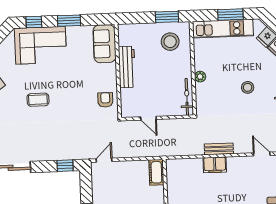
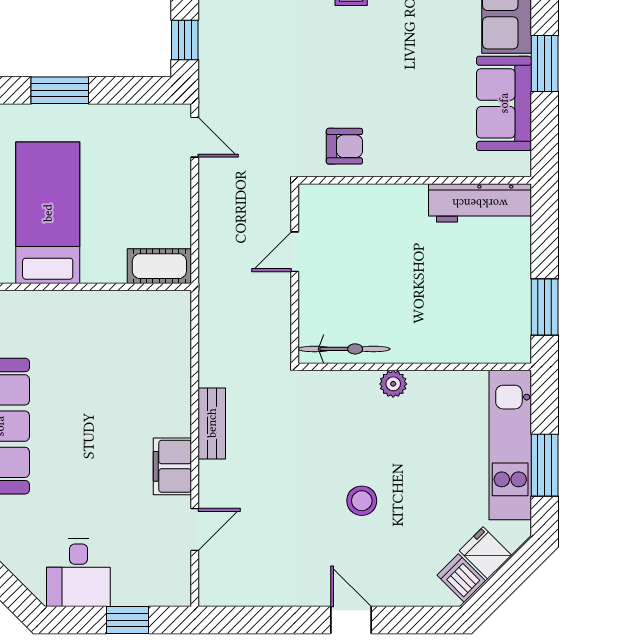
stool: (170, 42) -> (483, 313), removed
sofa: (105, 44) -> (504, 103), moved, turned -90
workbench: (127, 67) -> (480, 203), moved
filing cabinet: (215, 165) -> (172, 466), moved

